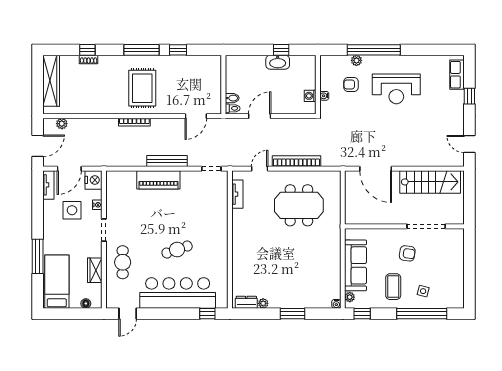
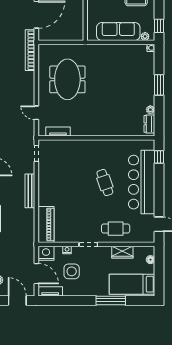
bookcase: (296, 161) -> (30, 50), moved
piano: (158, 180) -> (46, 225), moved

